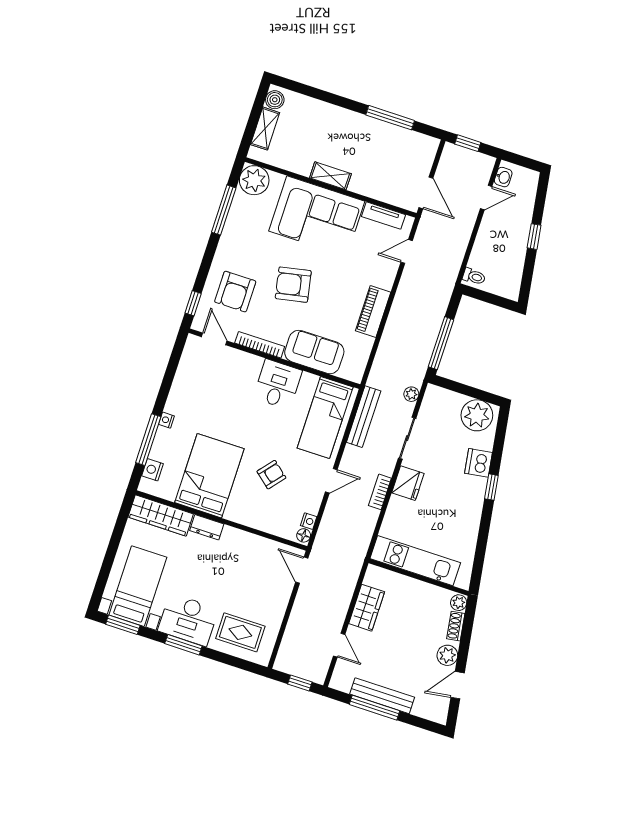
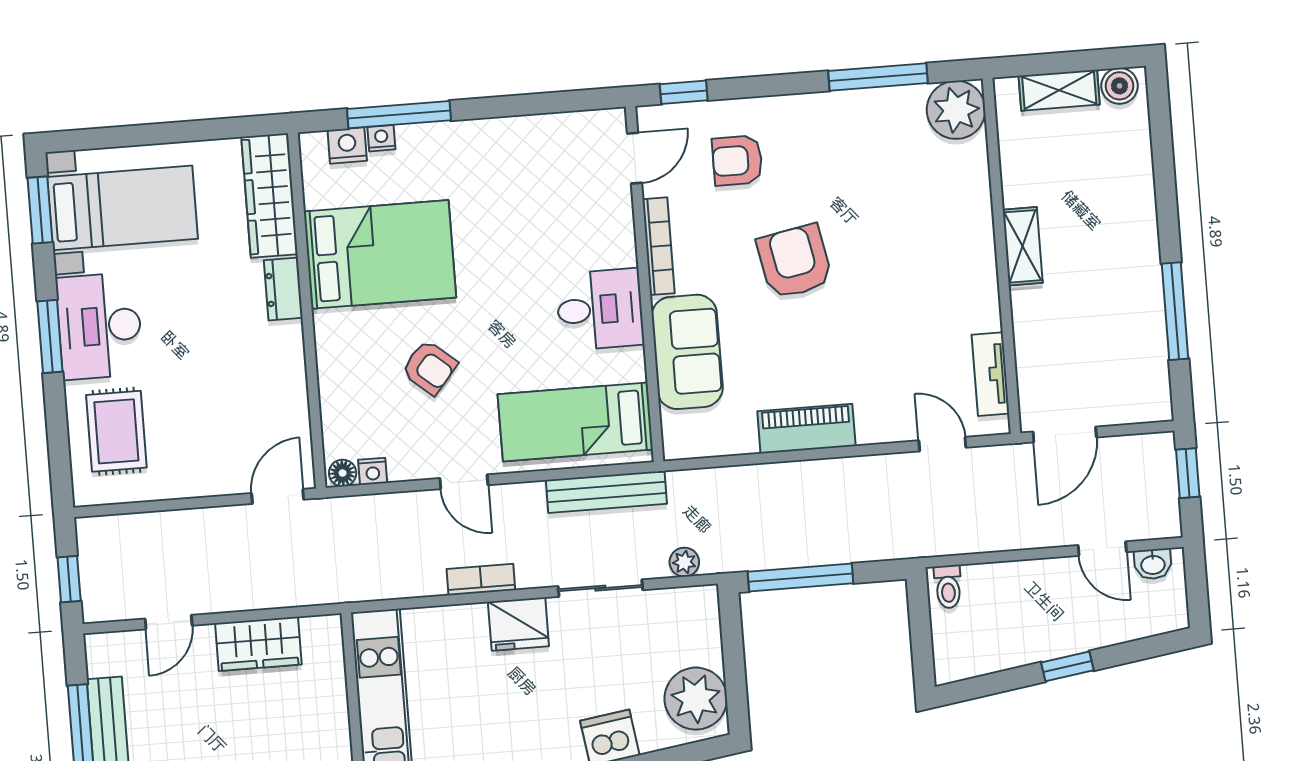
corner sofa: (317, 216) -> (938, 252), removed
armchair: (235, 292) -> (737, 160), width x0.72, depth x0.72
nightstand: (166, 420) -> (381, 138), moved

